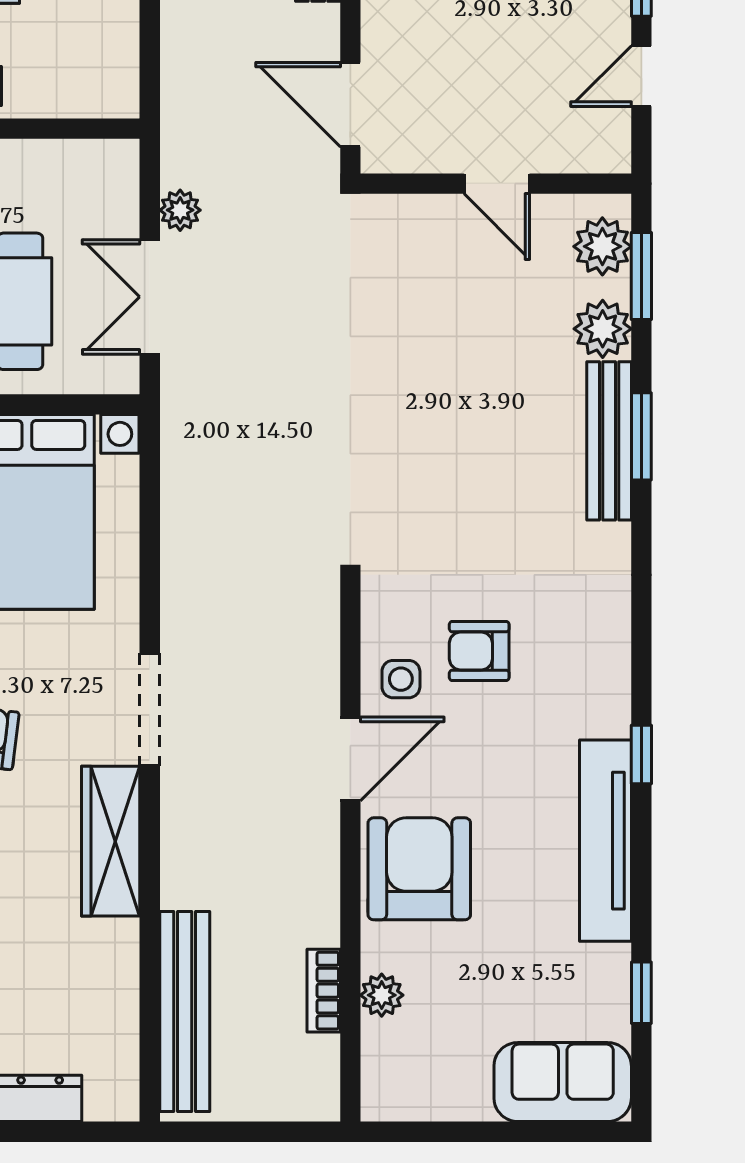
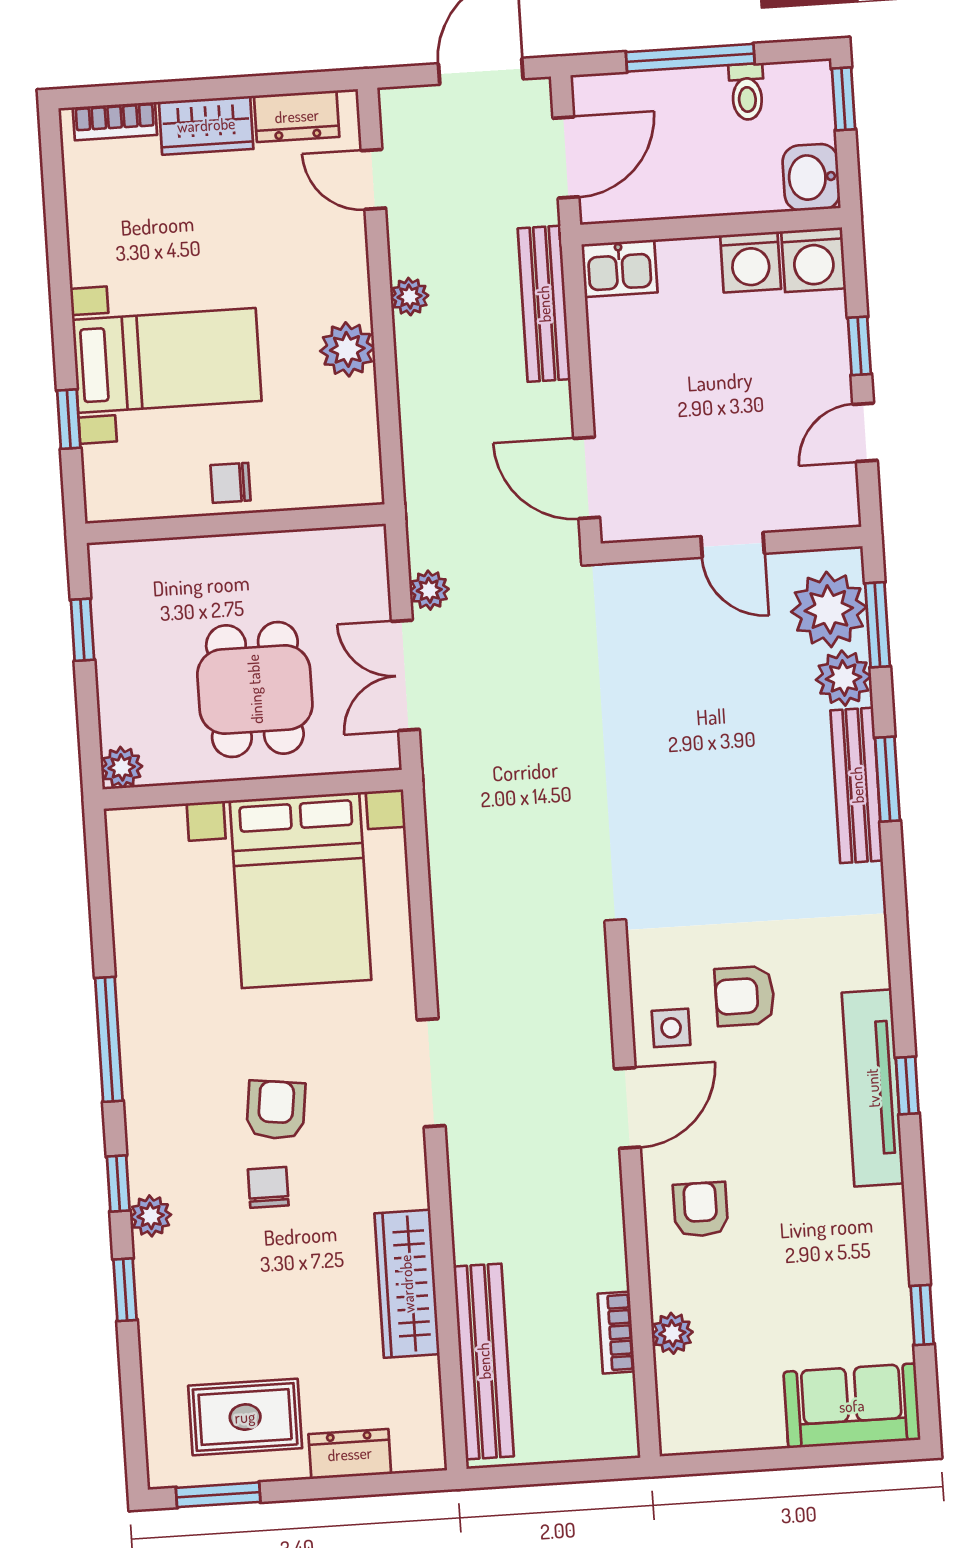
plant: (602, 246) -> (829, 609), width x1.36, depth x1.36
wardrobe: (111, 841) -> (407, 1284), moved
tv unit: (606, 841) -> (873, 1088), moved
armchair: (419, 869) -> (701, 1209), width x0.53, depth x0.53

